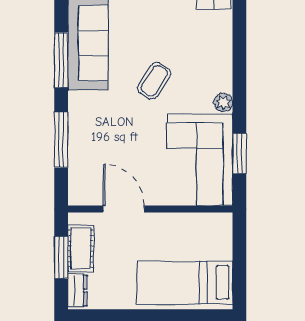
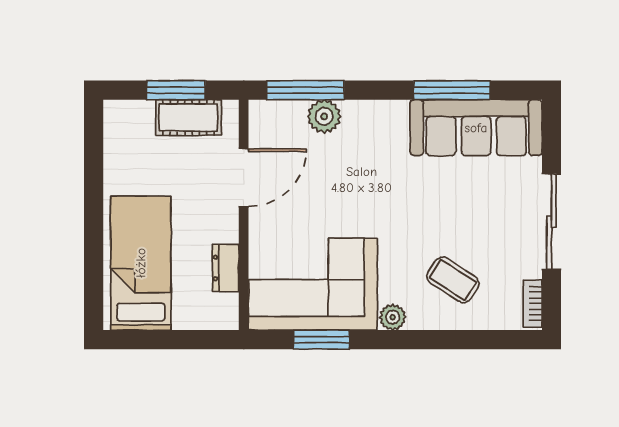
coffee table: (154, 81) -> (453, 280), moved
window: (61, 140) -> (305, 90), moved
plant: (80, 151) -> (324, 116), added
dresser: (77, 291) -> (226, 268), moved, turned 90

